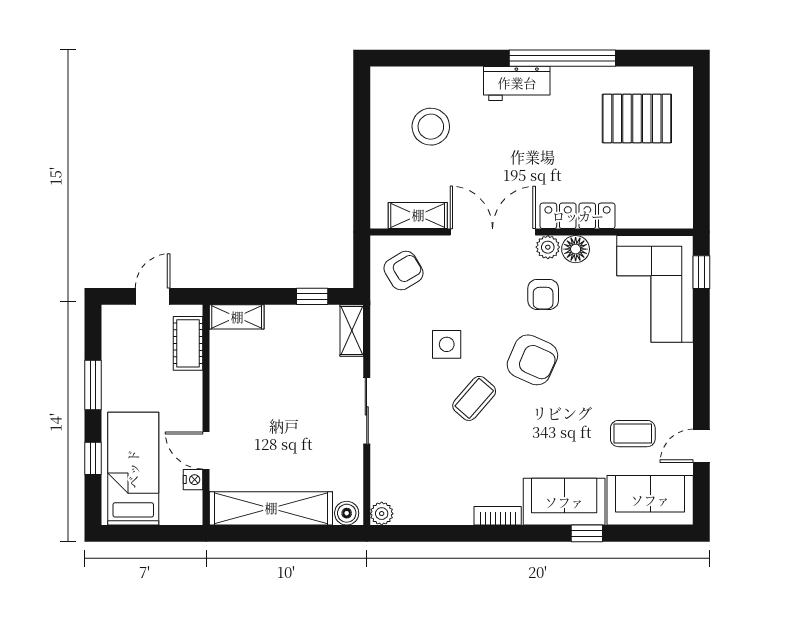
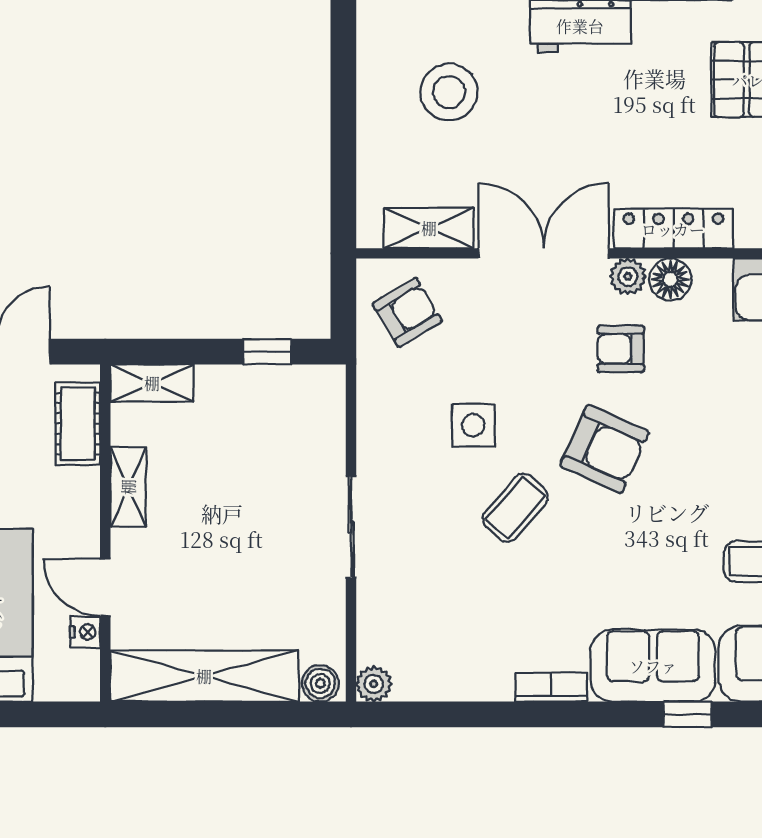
armchair: (543, 294) -> (621, 349), turned 90
shelving: (352, 331) -> (128, 487), moved

